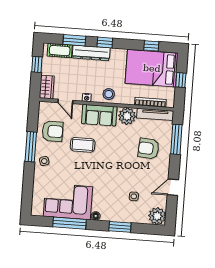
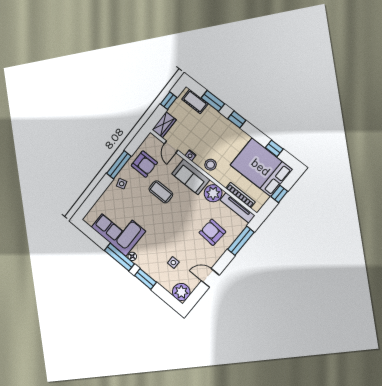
dresser: (91, 53) -> (219, 121), removed
window: (70, 223) -> (119, 257), moved

